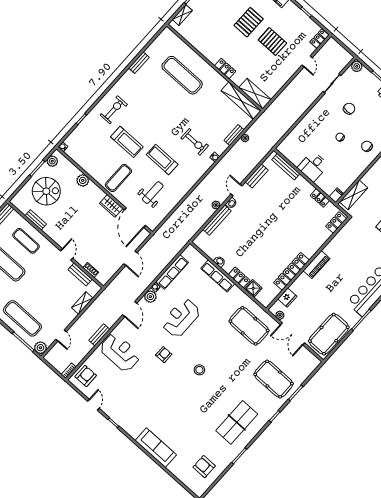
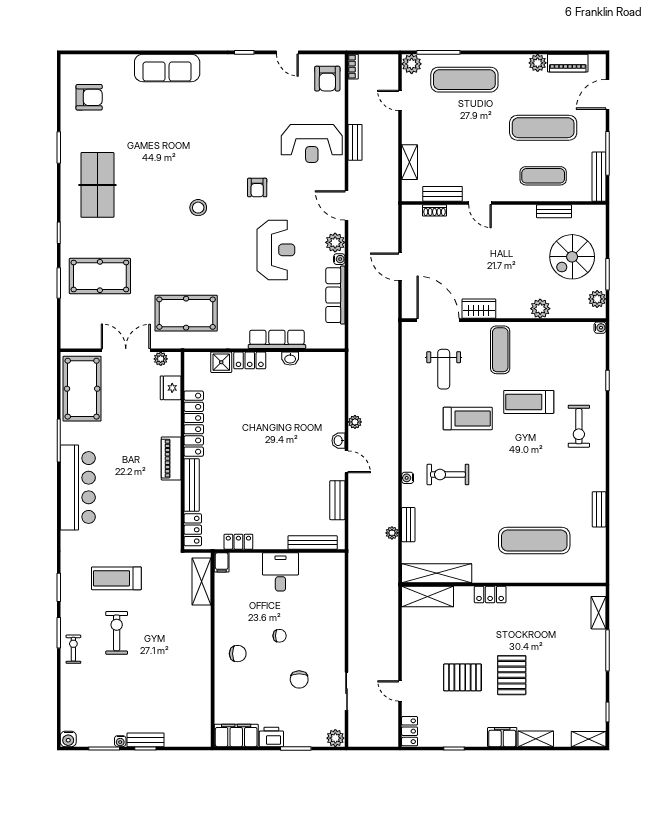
bench: (217, 220) -> (192, 485), moved

